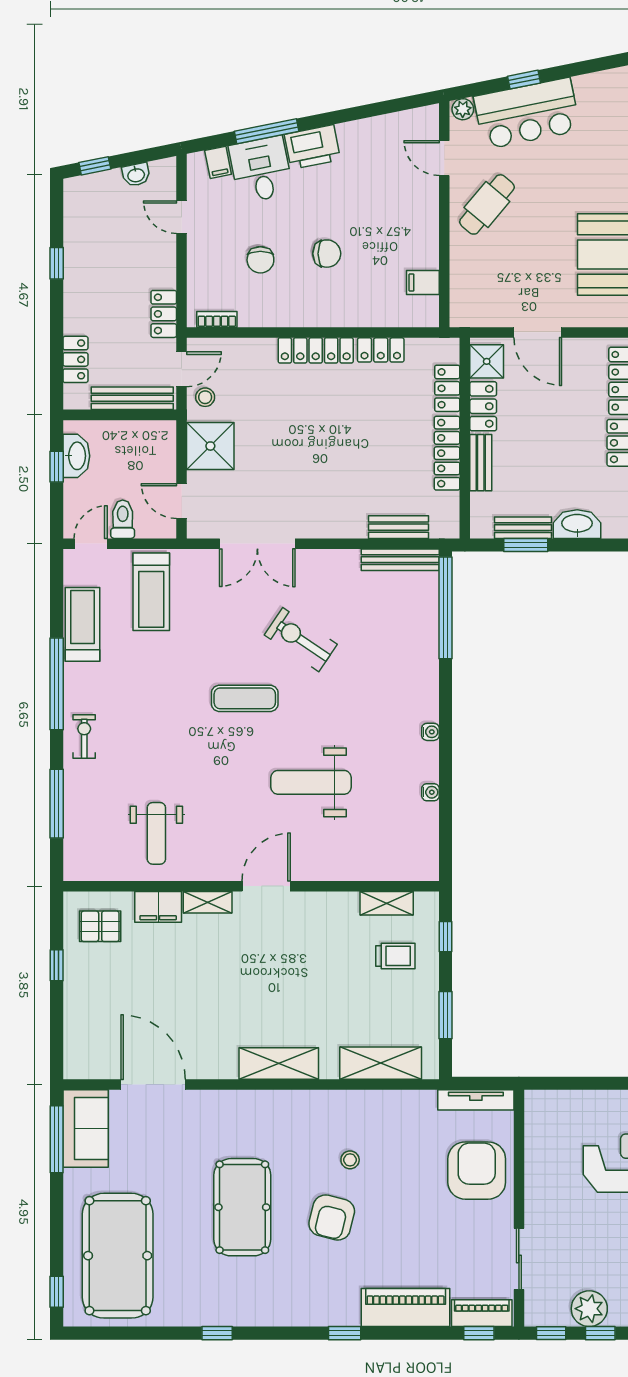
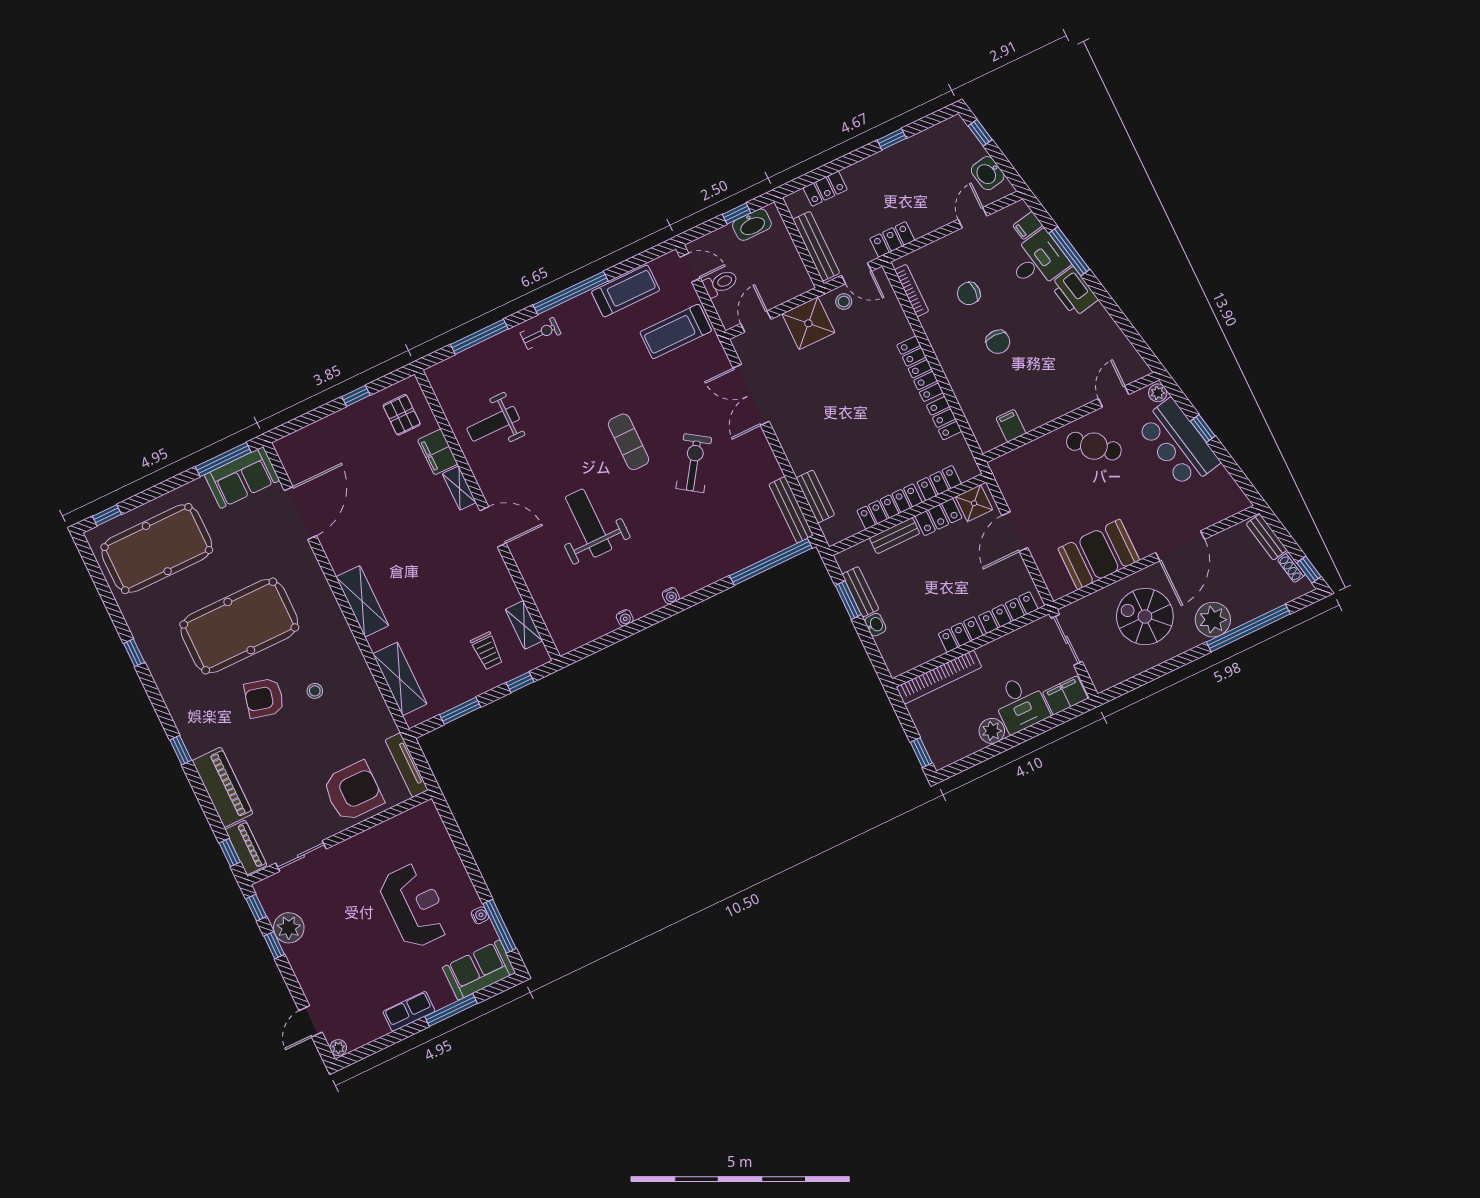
washbasin: (136, 175) -> (988, 173), width x1.38, depth x1.45
bookcase: (217, 319) -> (912, 291), width x1.56
washbasin: (577, 524) -> (875, 625), width x0.52, depth x0.69
pool table: (242, 1207) -> (239, 626), width x1.36, depth x1.32

